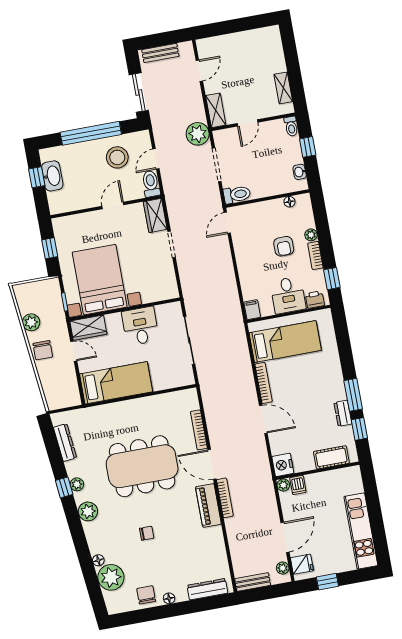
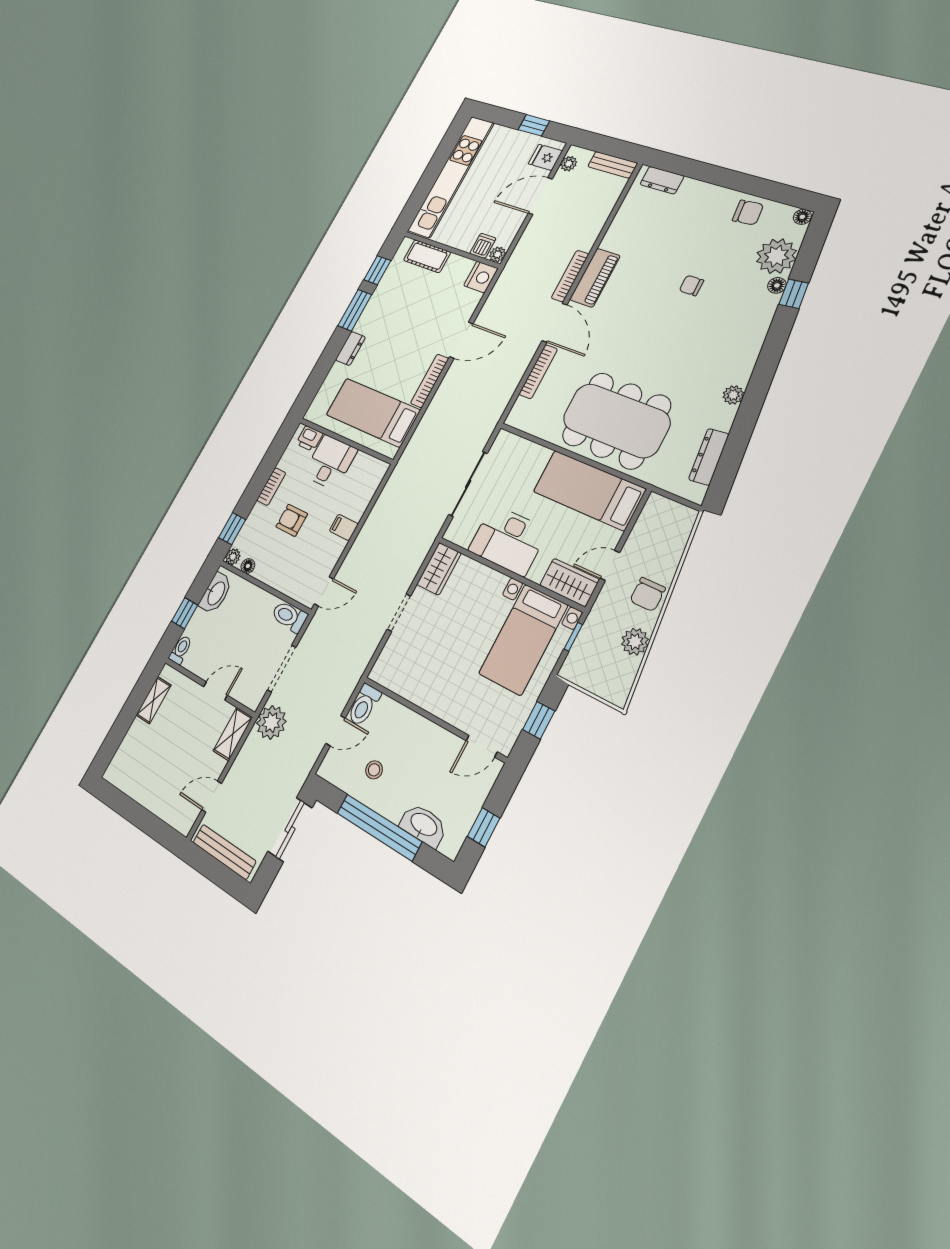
bench: (160, 53) -> (224, 852), width x1.36
stool: (117, 157) -> (374, 770), width x0.53, depth x0.53
washbasin: (300, 172) -> (216, 593), width x1.91, depth x1.45
washbasin: (52, 176) -> (423, 825), moved, turned 90
door: (113, 205) -> (482, 746), moved
wardrobe: (155, 216) -> (439, 569), moved
plant: (311, 235) -> (233, 557), moved
armchair: (284, 246) -> (292, 520), turned -90
window: (332, 279) -> (232, 529), moved
bed with nightstands: (100, 280) -> (523, 639), width x0.73
filing cabinet: (252, 310) -> (344, 527), moved, turned 90
desk: (140, 326) -> (508, 540), width x1.37
chair: (43, 350) -> (648, 594), turned 180
door: (74, 351) -> (610, 565), hinge flipped
dresser: (343, 413) -> (350, 348), moved
door: (263, 419) -> (461, 340), swing flipped
dining table: (142, 466) -> (616, 420), moved
window: (64, 487) -> (794, 294), moved
plant: (88, 511) -> (745, 353), removed
kitchen unit: (361, 531) -> (451, 177), width x1.36
dresser: (207, 589) -> (662, 180), width x0.70
chair: (146, 595) -> (748, 213), turned -95
floor lamp: (169, 598) -> (802, 217), moved

